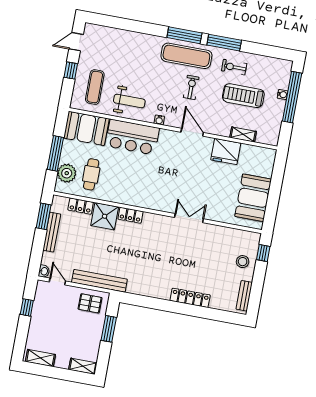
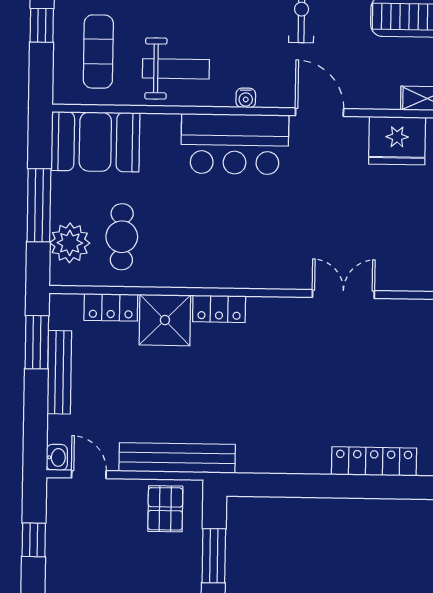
bar counter: (132, 137) -> (235, 144), moved
pallet: (90, 303) -> (165, 509), turned 90

